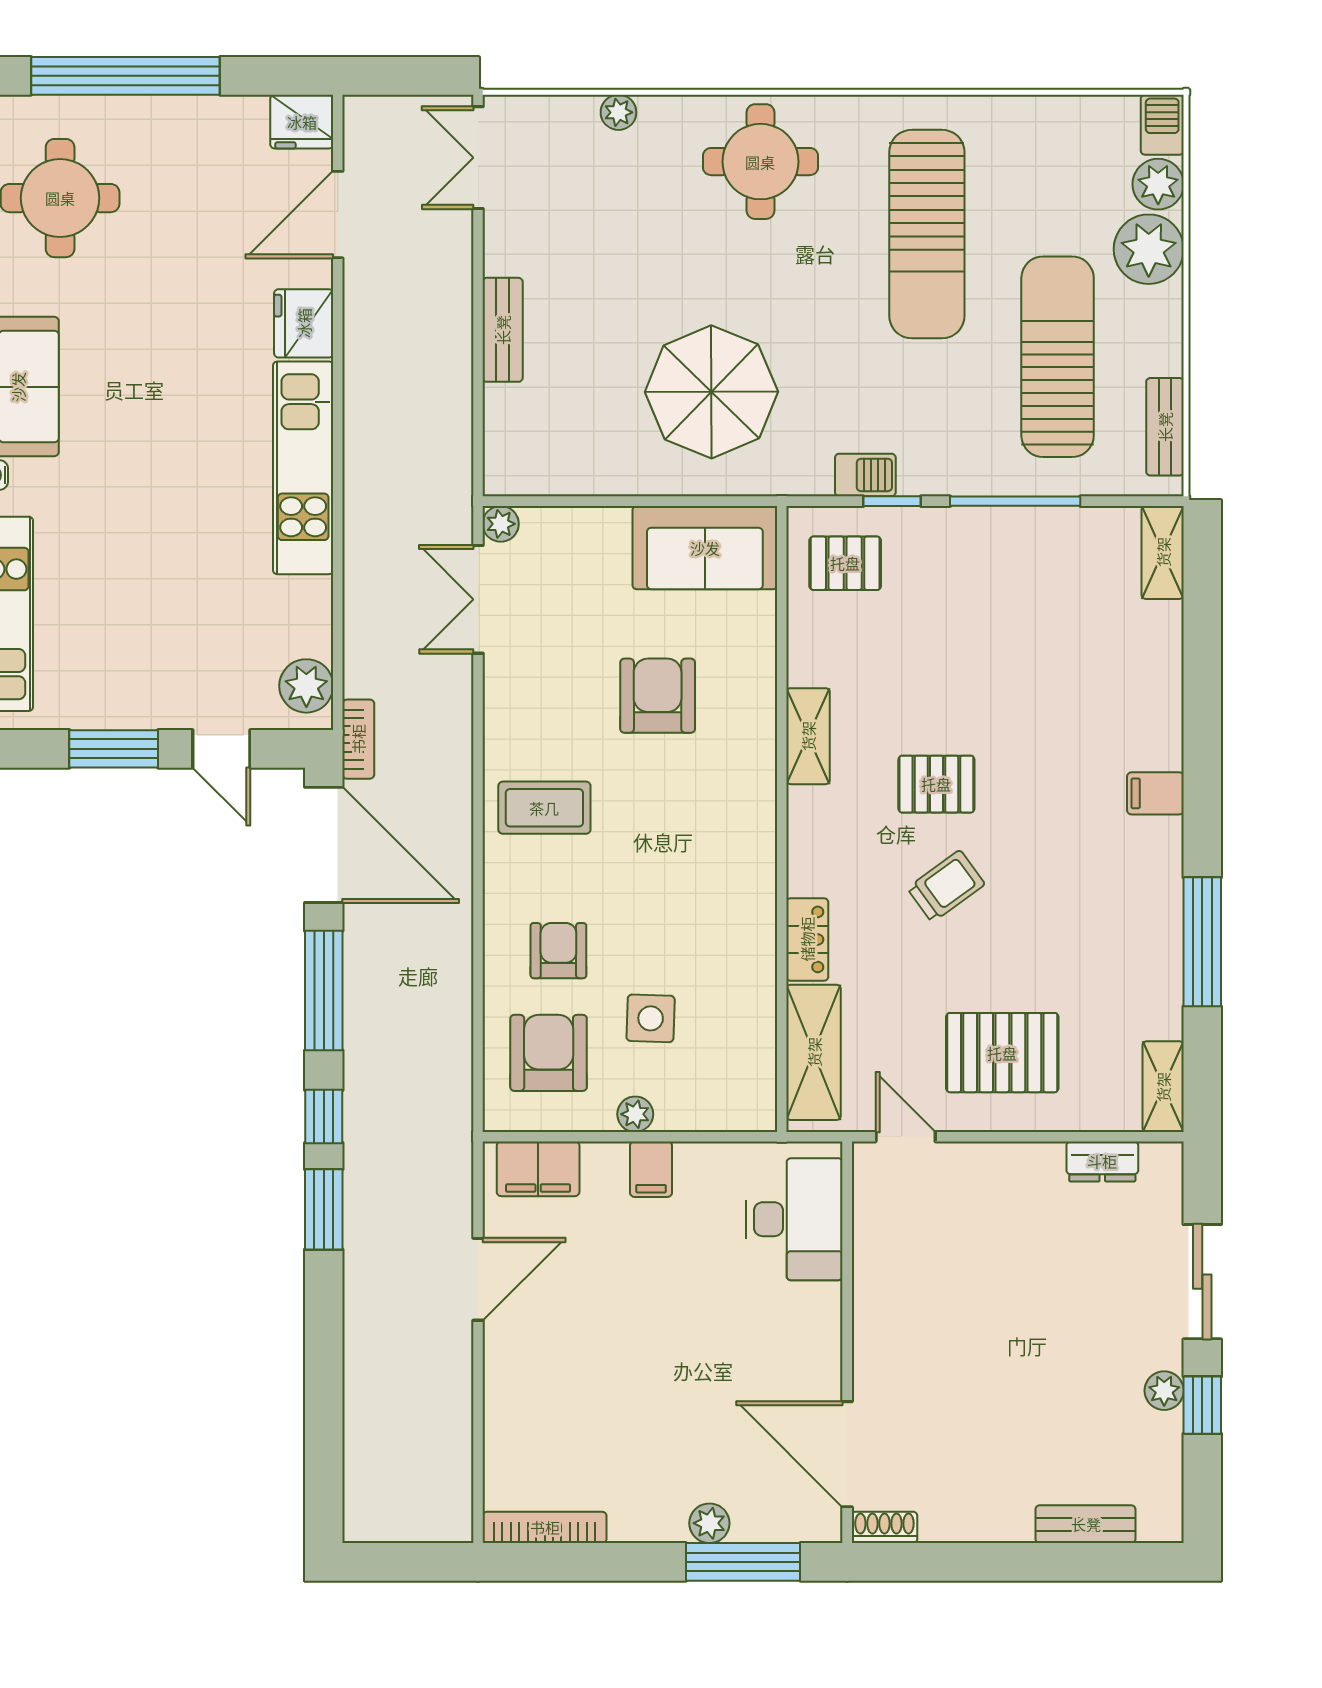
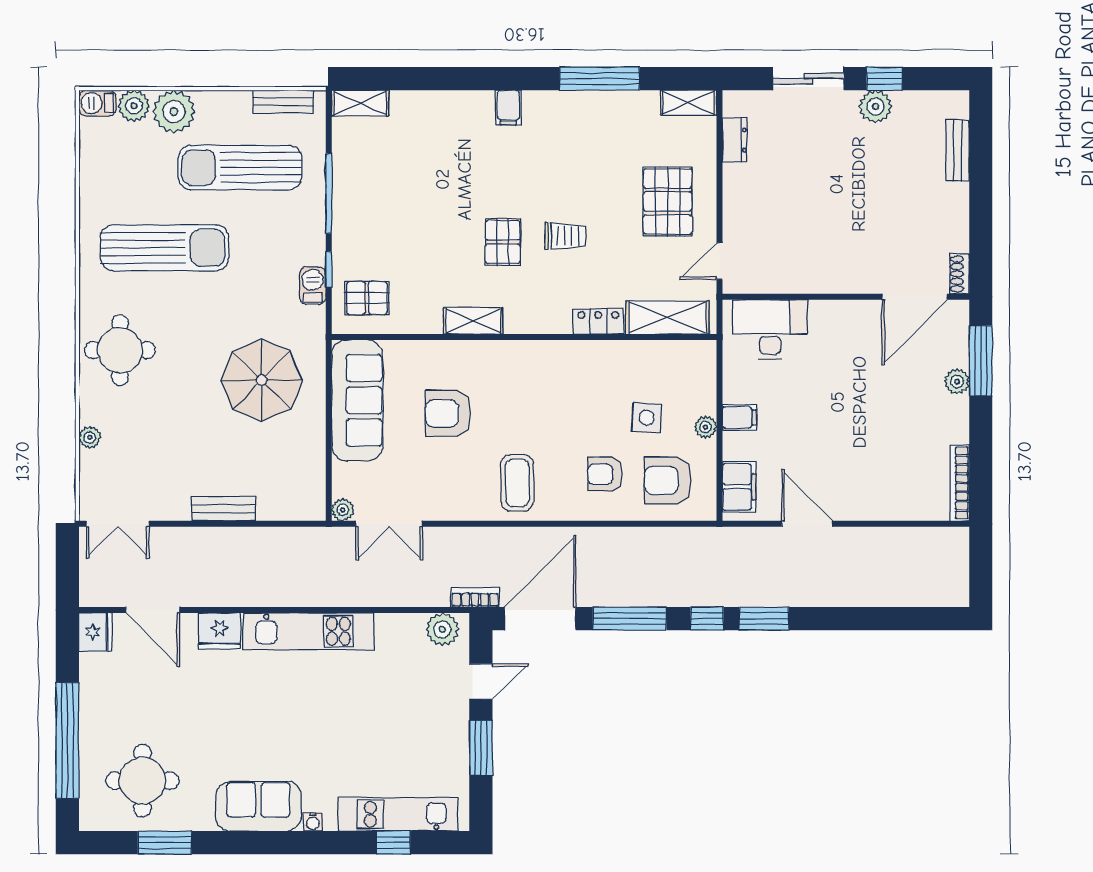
sofa: (705, 548) -> (357, 400), width x1.36
pallet: (845, 563) -> (367, 298), turned 90
trolley: (946, 886) -> (565, 236), turned 126
plant: (1164, 1391) -> (875, 106), width x1.38, depth x1.38

